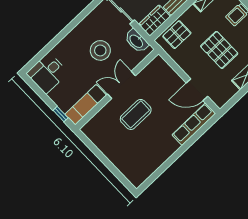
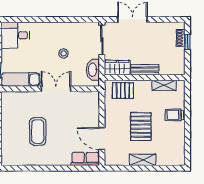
stool: (100, 50) -> (64, 53), width x0.53, depth x0.53
coffee table: (136, 114) -> (38, 131), moved, turned 90
row of seats: (194, 124) -> (85, 159), width x0.68

